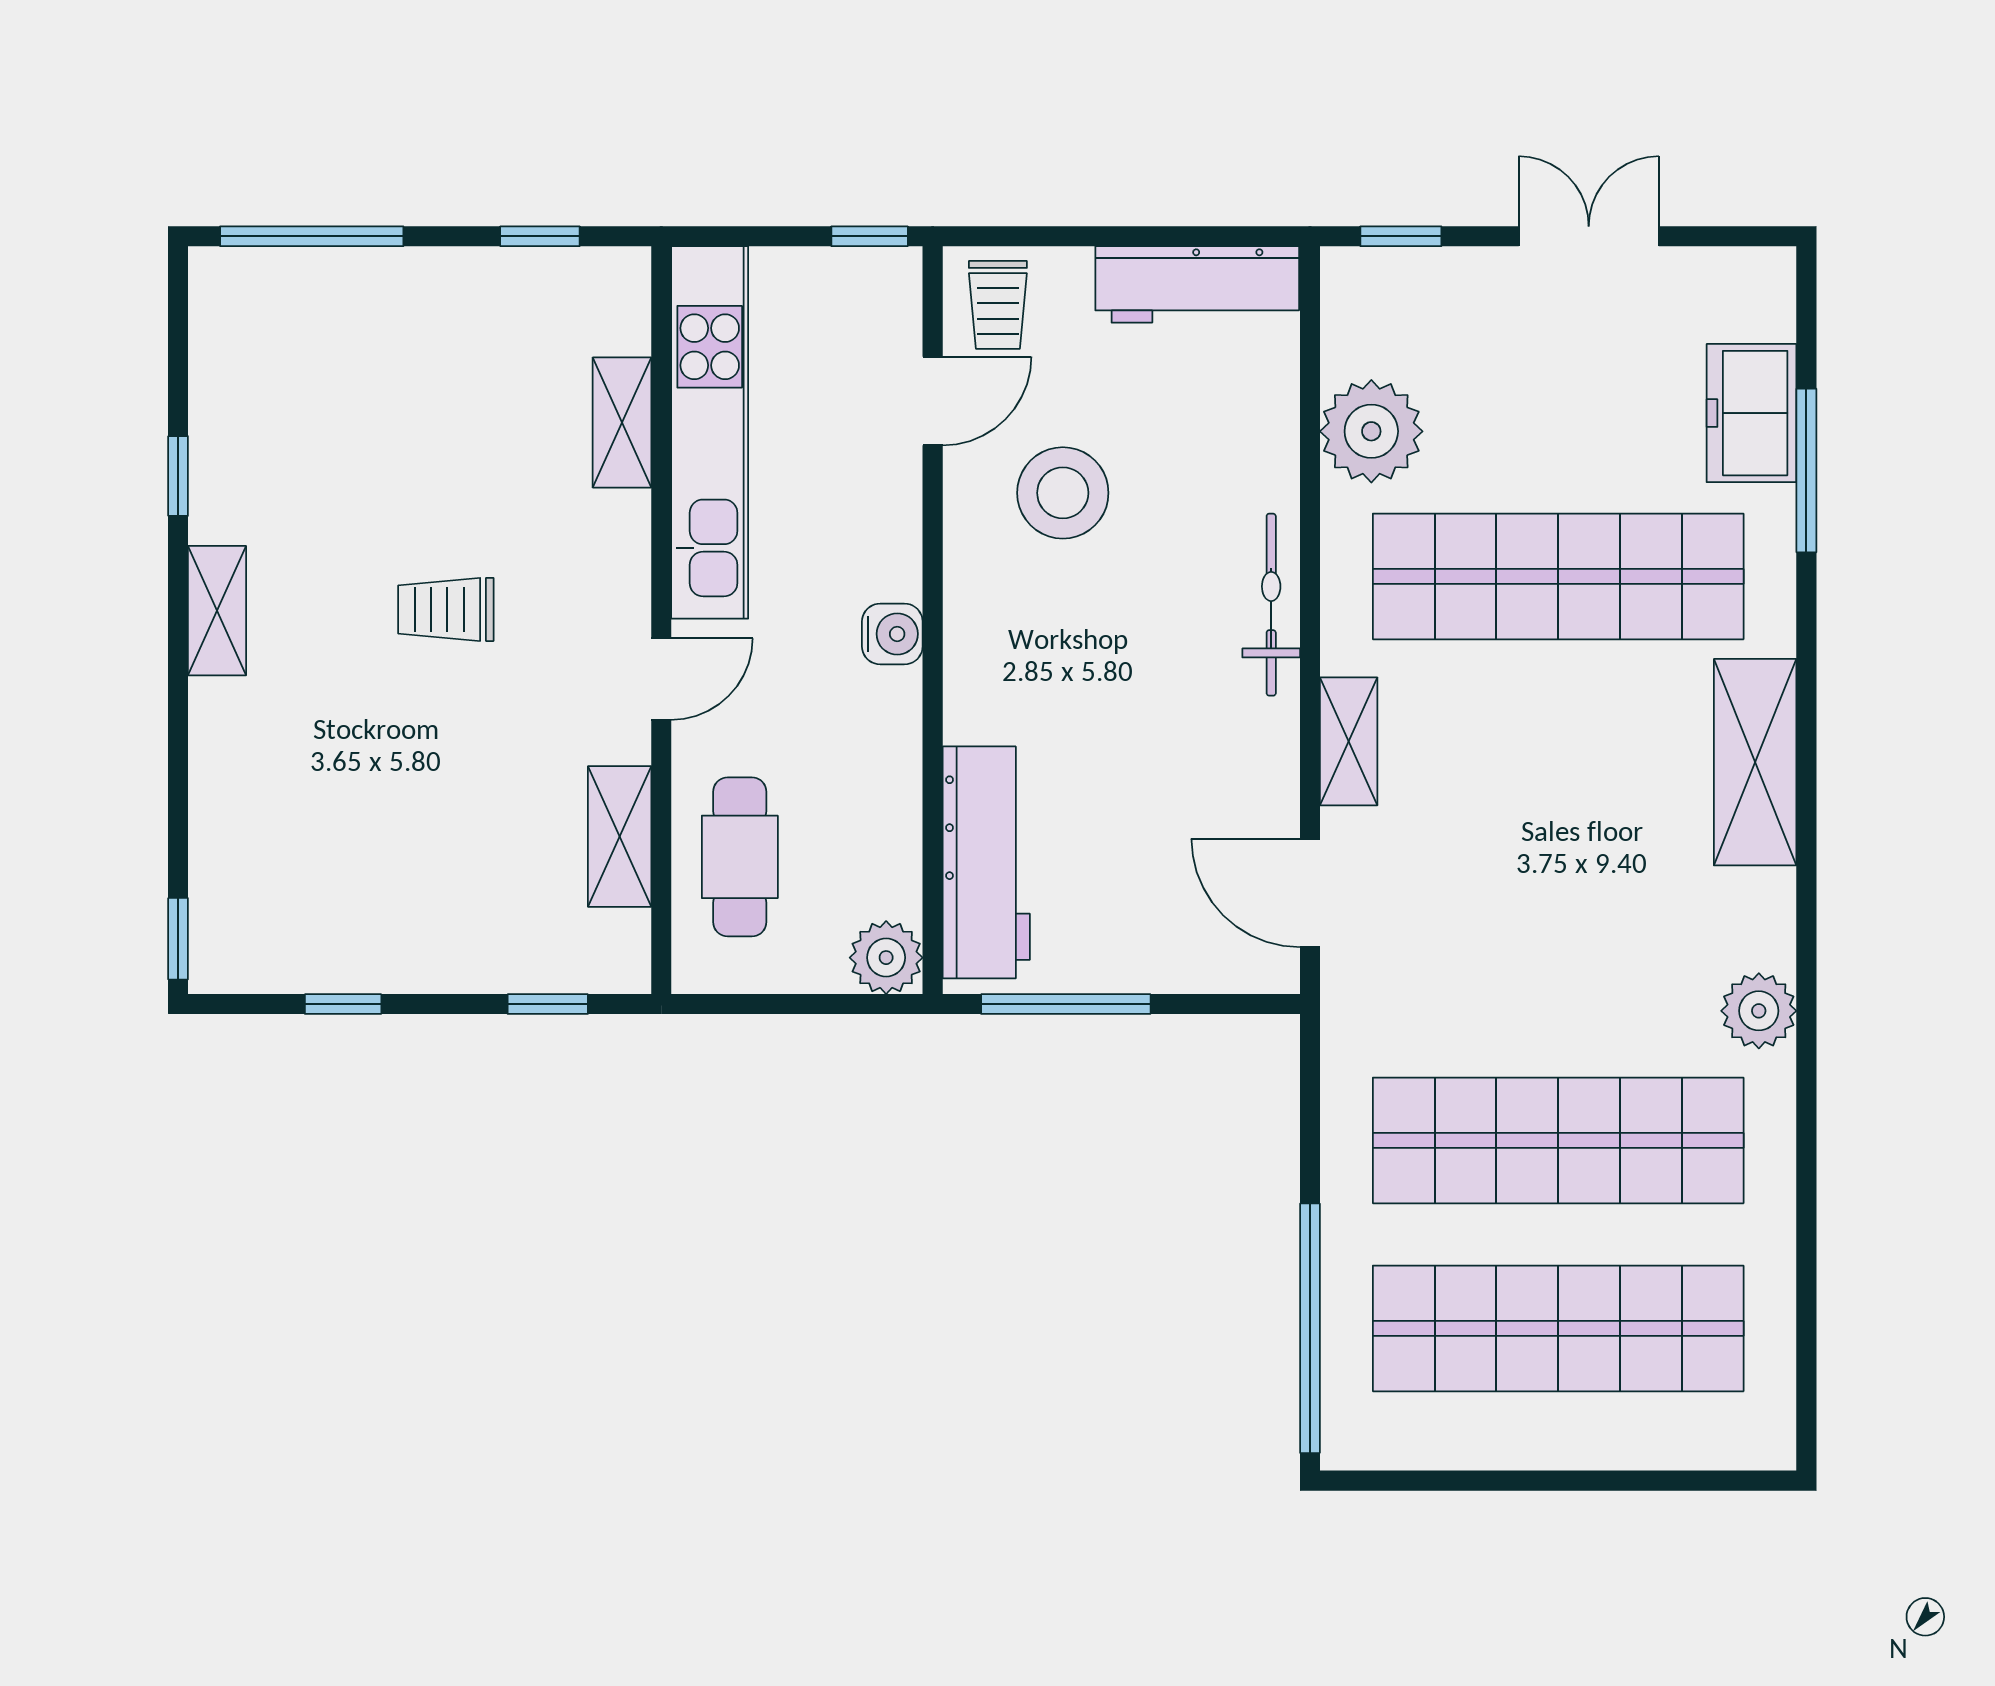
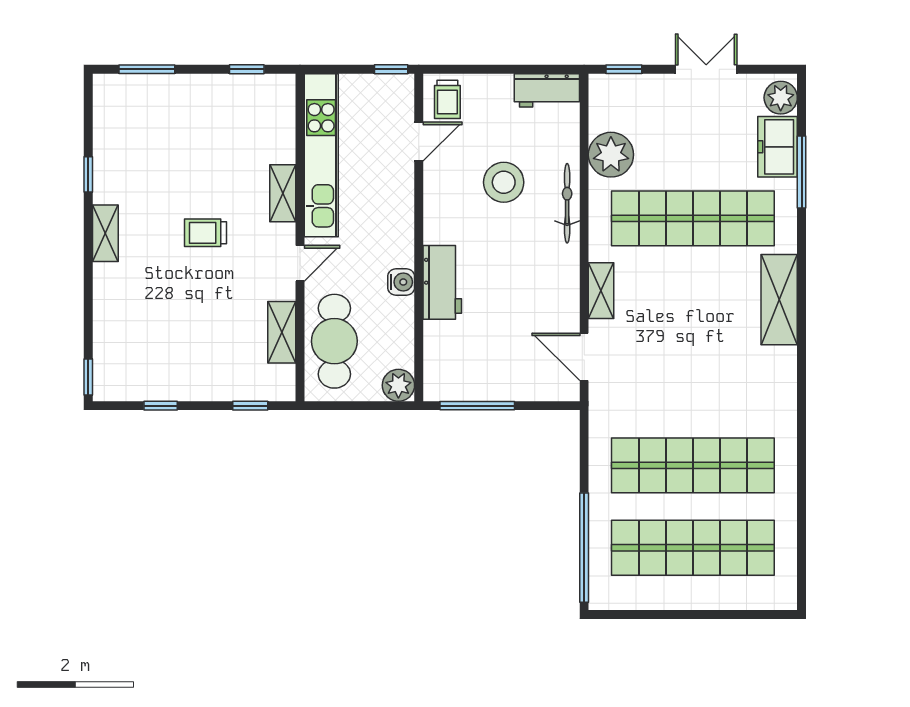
window: (312, 236) -> (147, 69), width x0.69
workbench: (1197, 284) -> (547, 90), width x0.73
shelving: (622, 422) -> (283, 193), moved
stool: (1063, 493) -> (504, 182), moved
bicycle: (1271, 605) -> (567, 203), moved
water cooler: (892, 634) -> (401, 282), moved
cafe table: (740, 857) -> (334, 341), width x1.37, depth x1.35
workbench: (986, 862) -> (442, 282), moved, width x0.73
plant: (1759, 1011) -> (781, 98), moved

